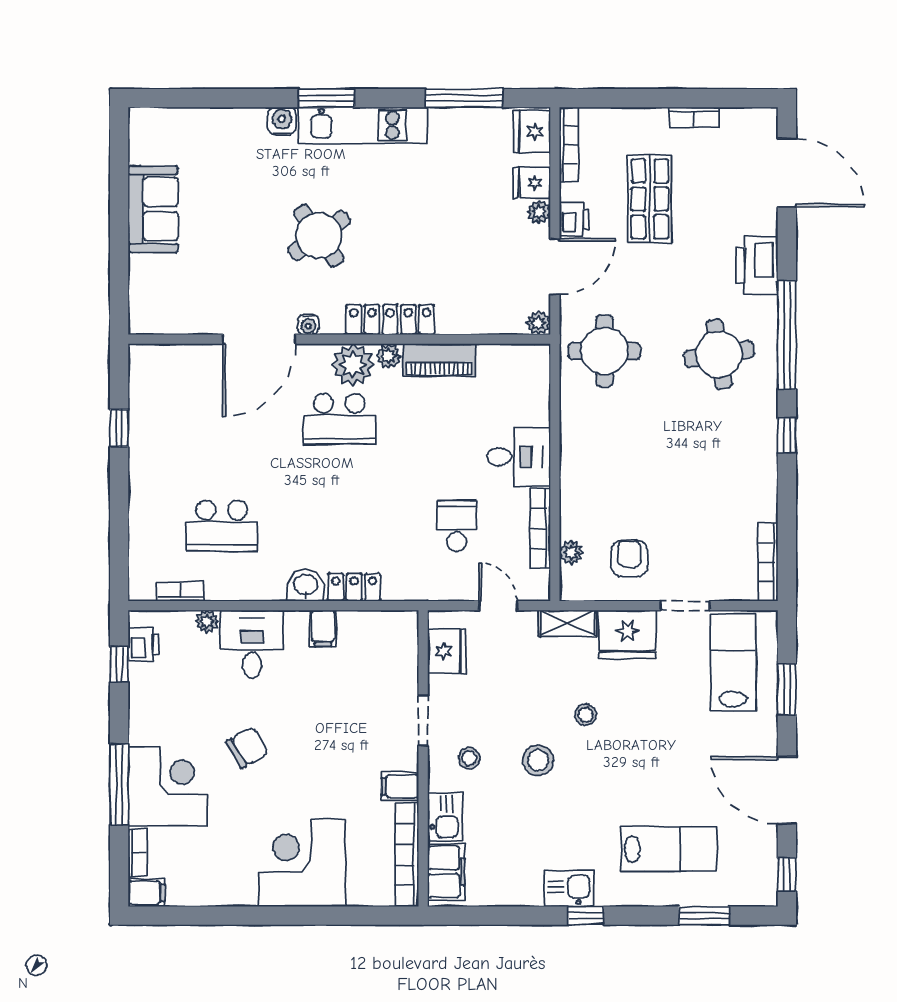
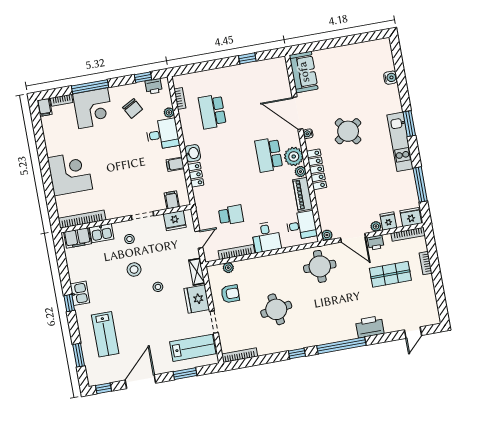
bookcase: (694, 117) -> (426, 263), moved
water cooler: (282, 121) -> (390, 78), moved
door: (787, 172) -> (413, 333), width x0.53
sofa: (153, 209) -> (304, 72), moved, turned -90
round table: (719, 354) -> (276, 309), moved
desk: (507, 375) -> (301, 225), added
chair: (247, 748) -> (133, 108), moved
filing cabinet: (400, 786) -> (172, 200), moved

